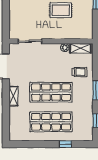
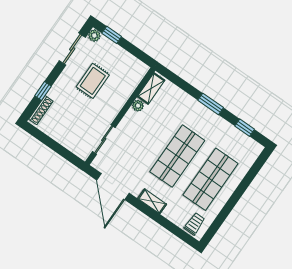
trolley: (79, 72) -> (195, 224), moved
window: (65, 144) -> (247, 181), removed

